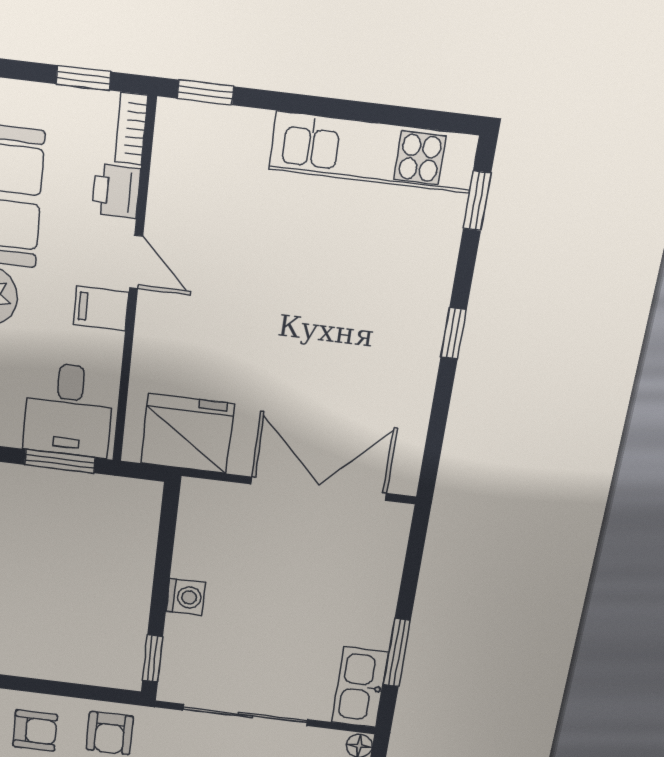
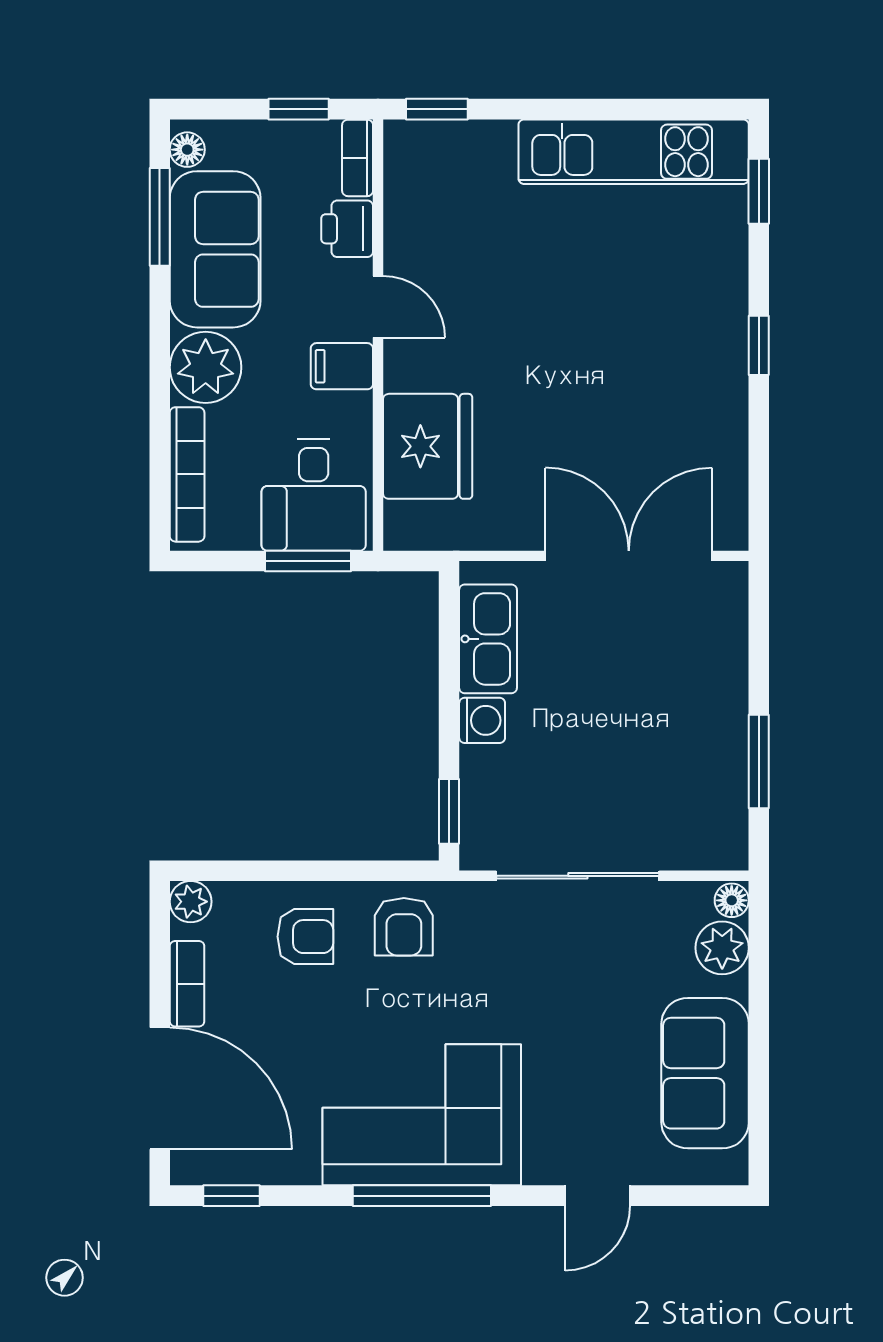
fridge: (187, 434) -> (428, 446), moved, turned 90
kitchen sink: (360, 687) -> (488, 639), moved, turned 180

